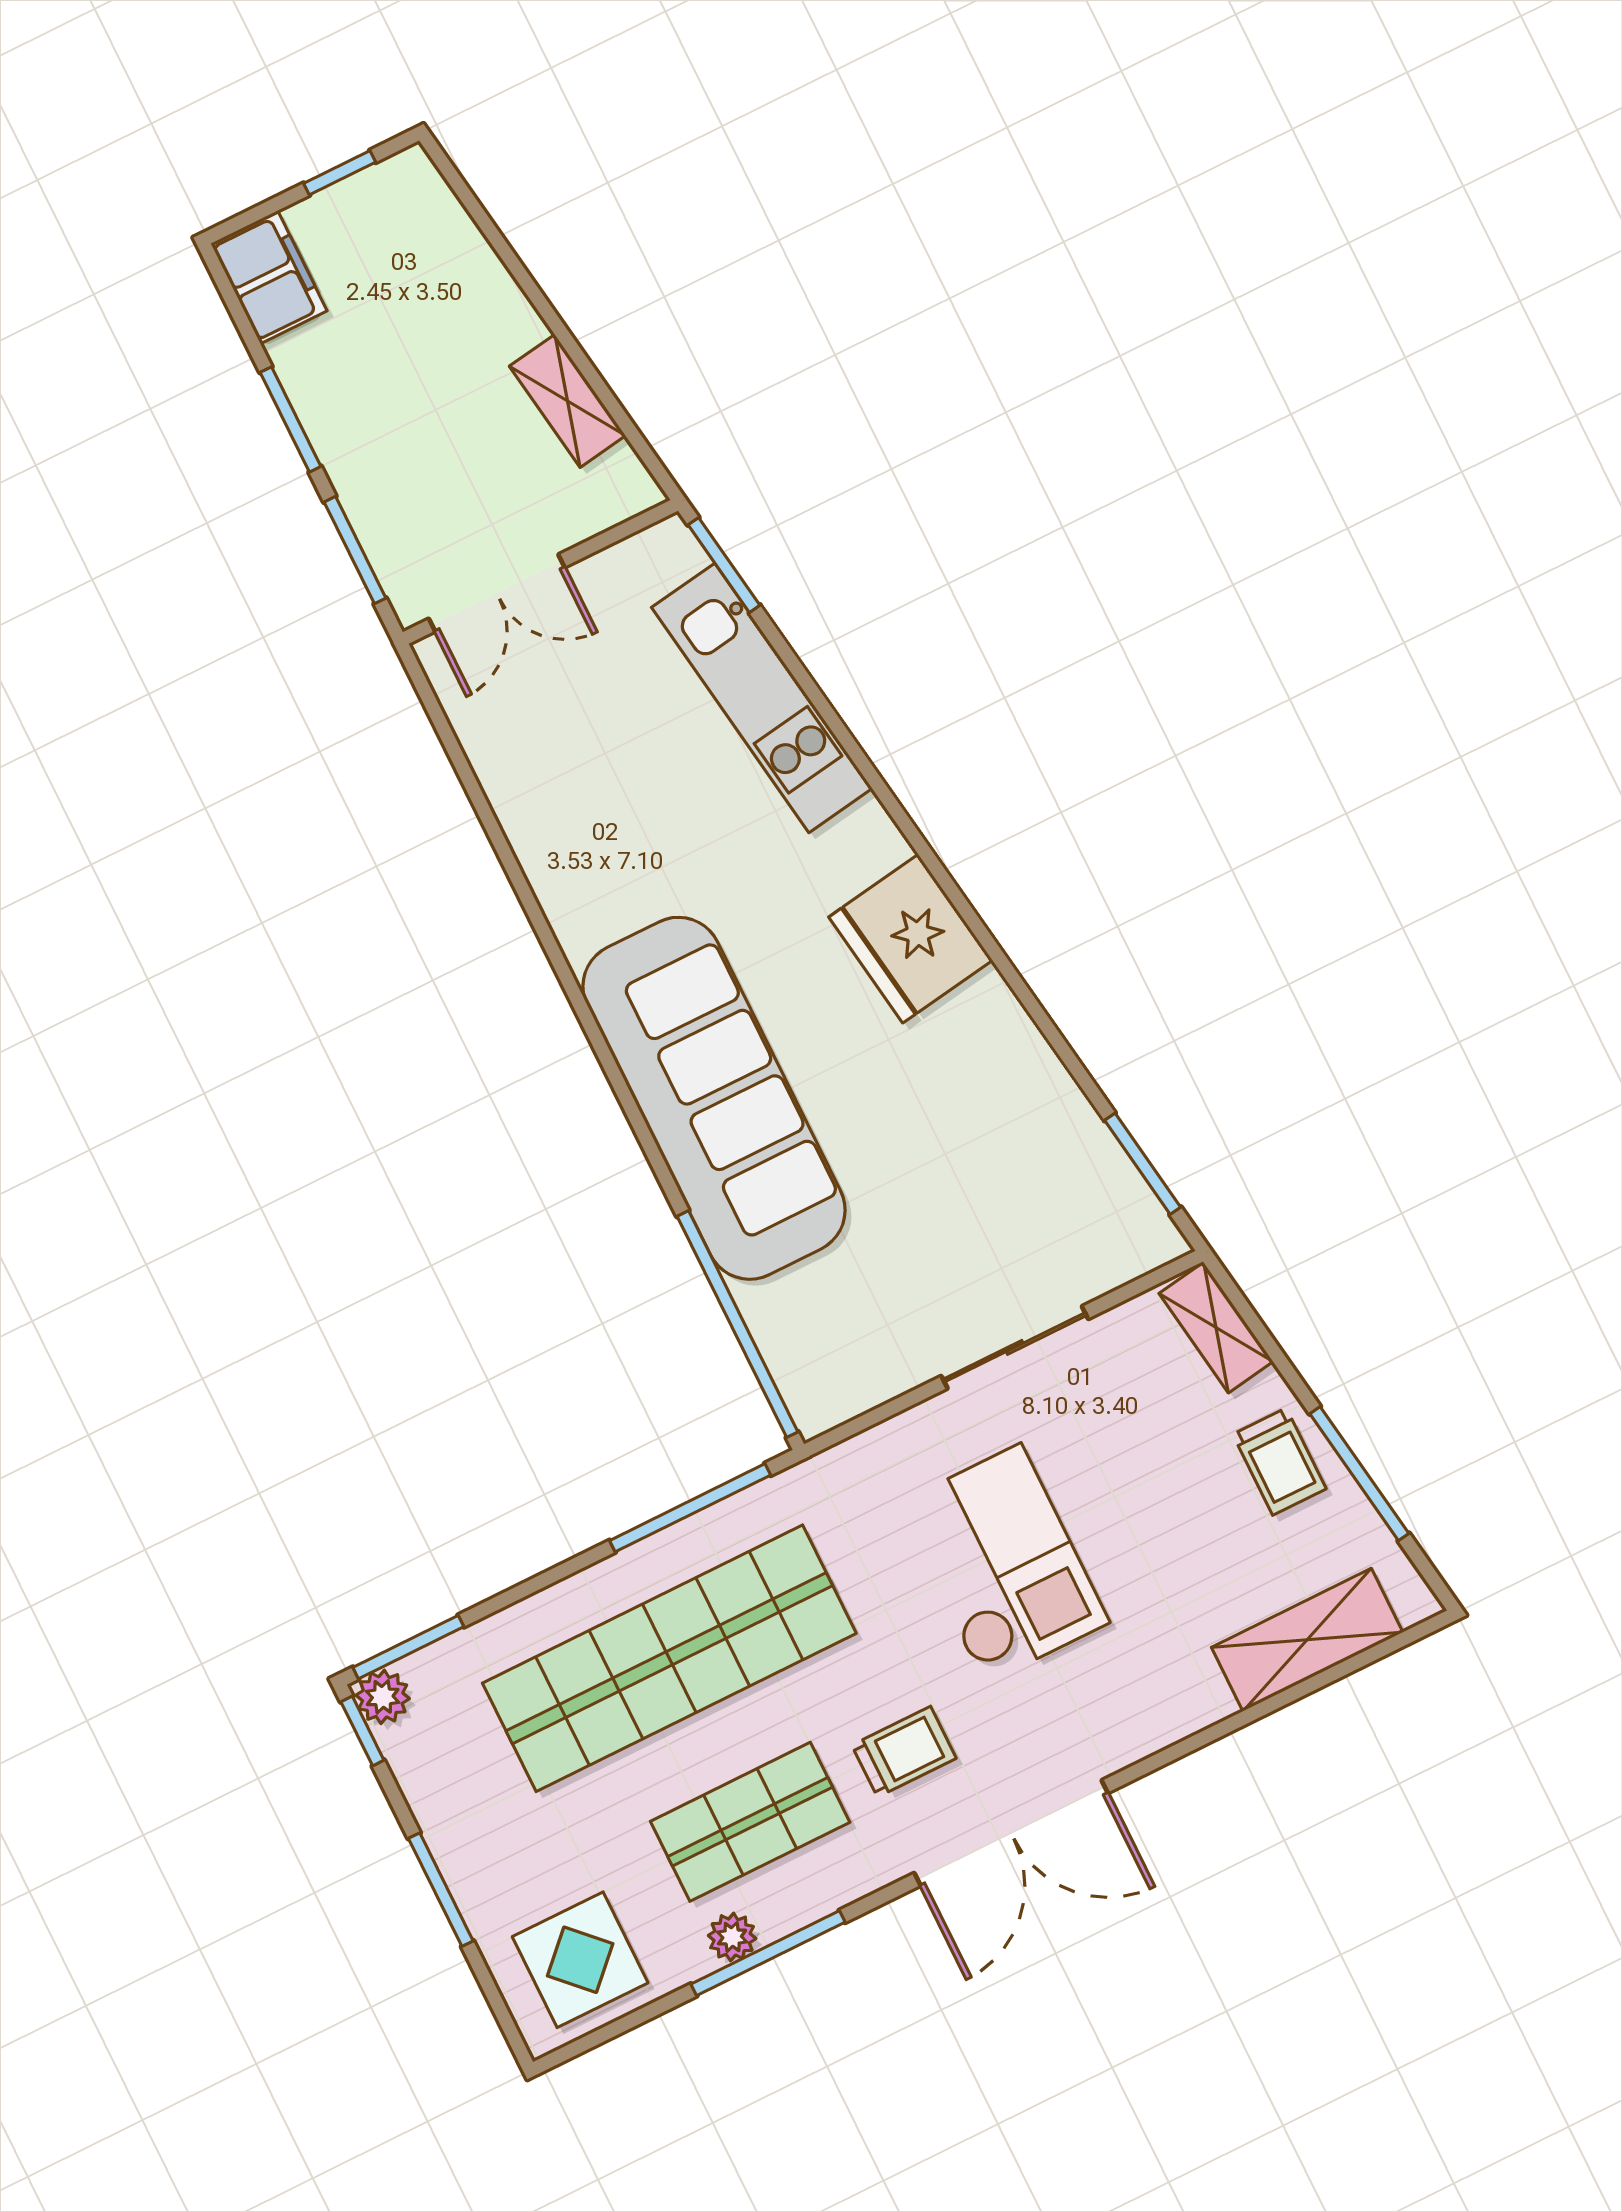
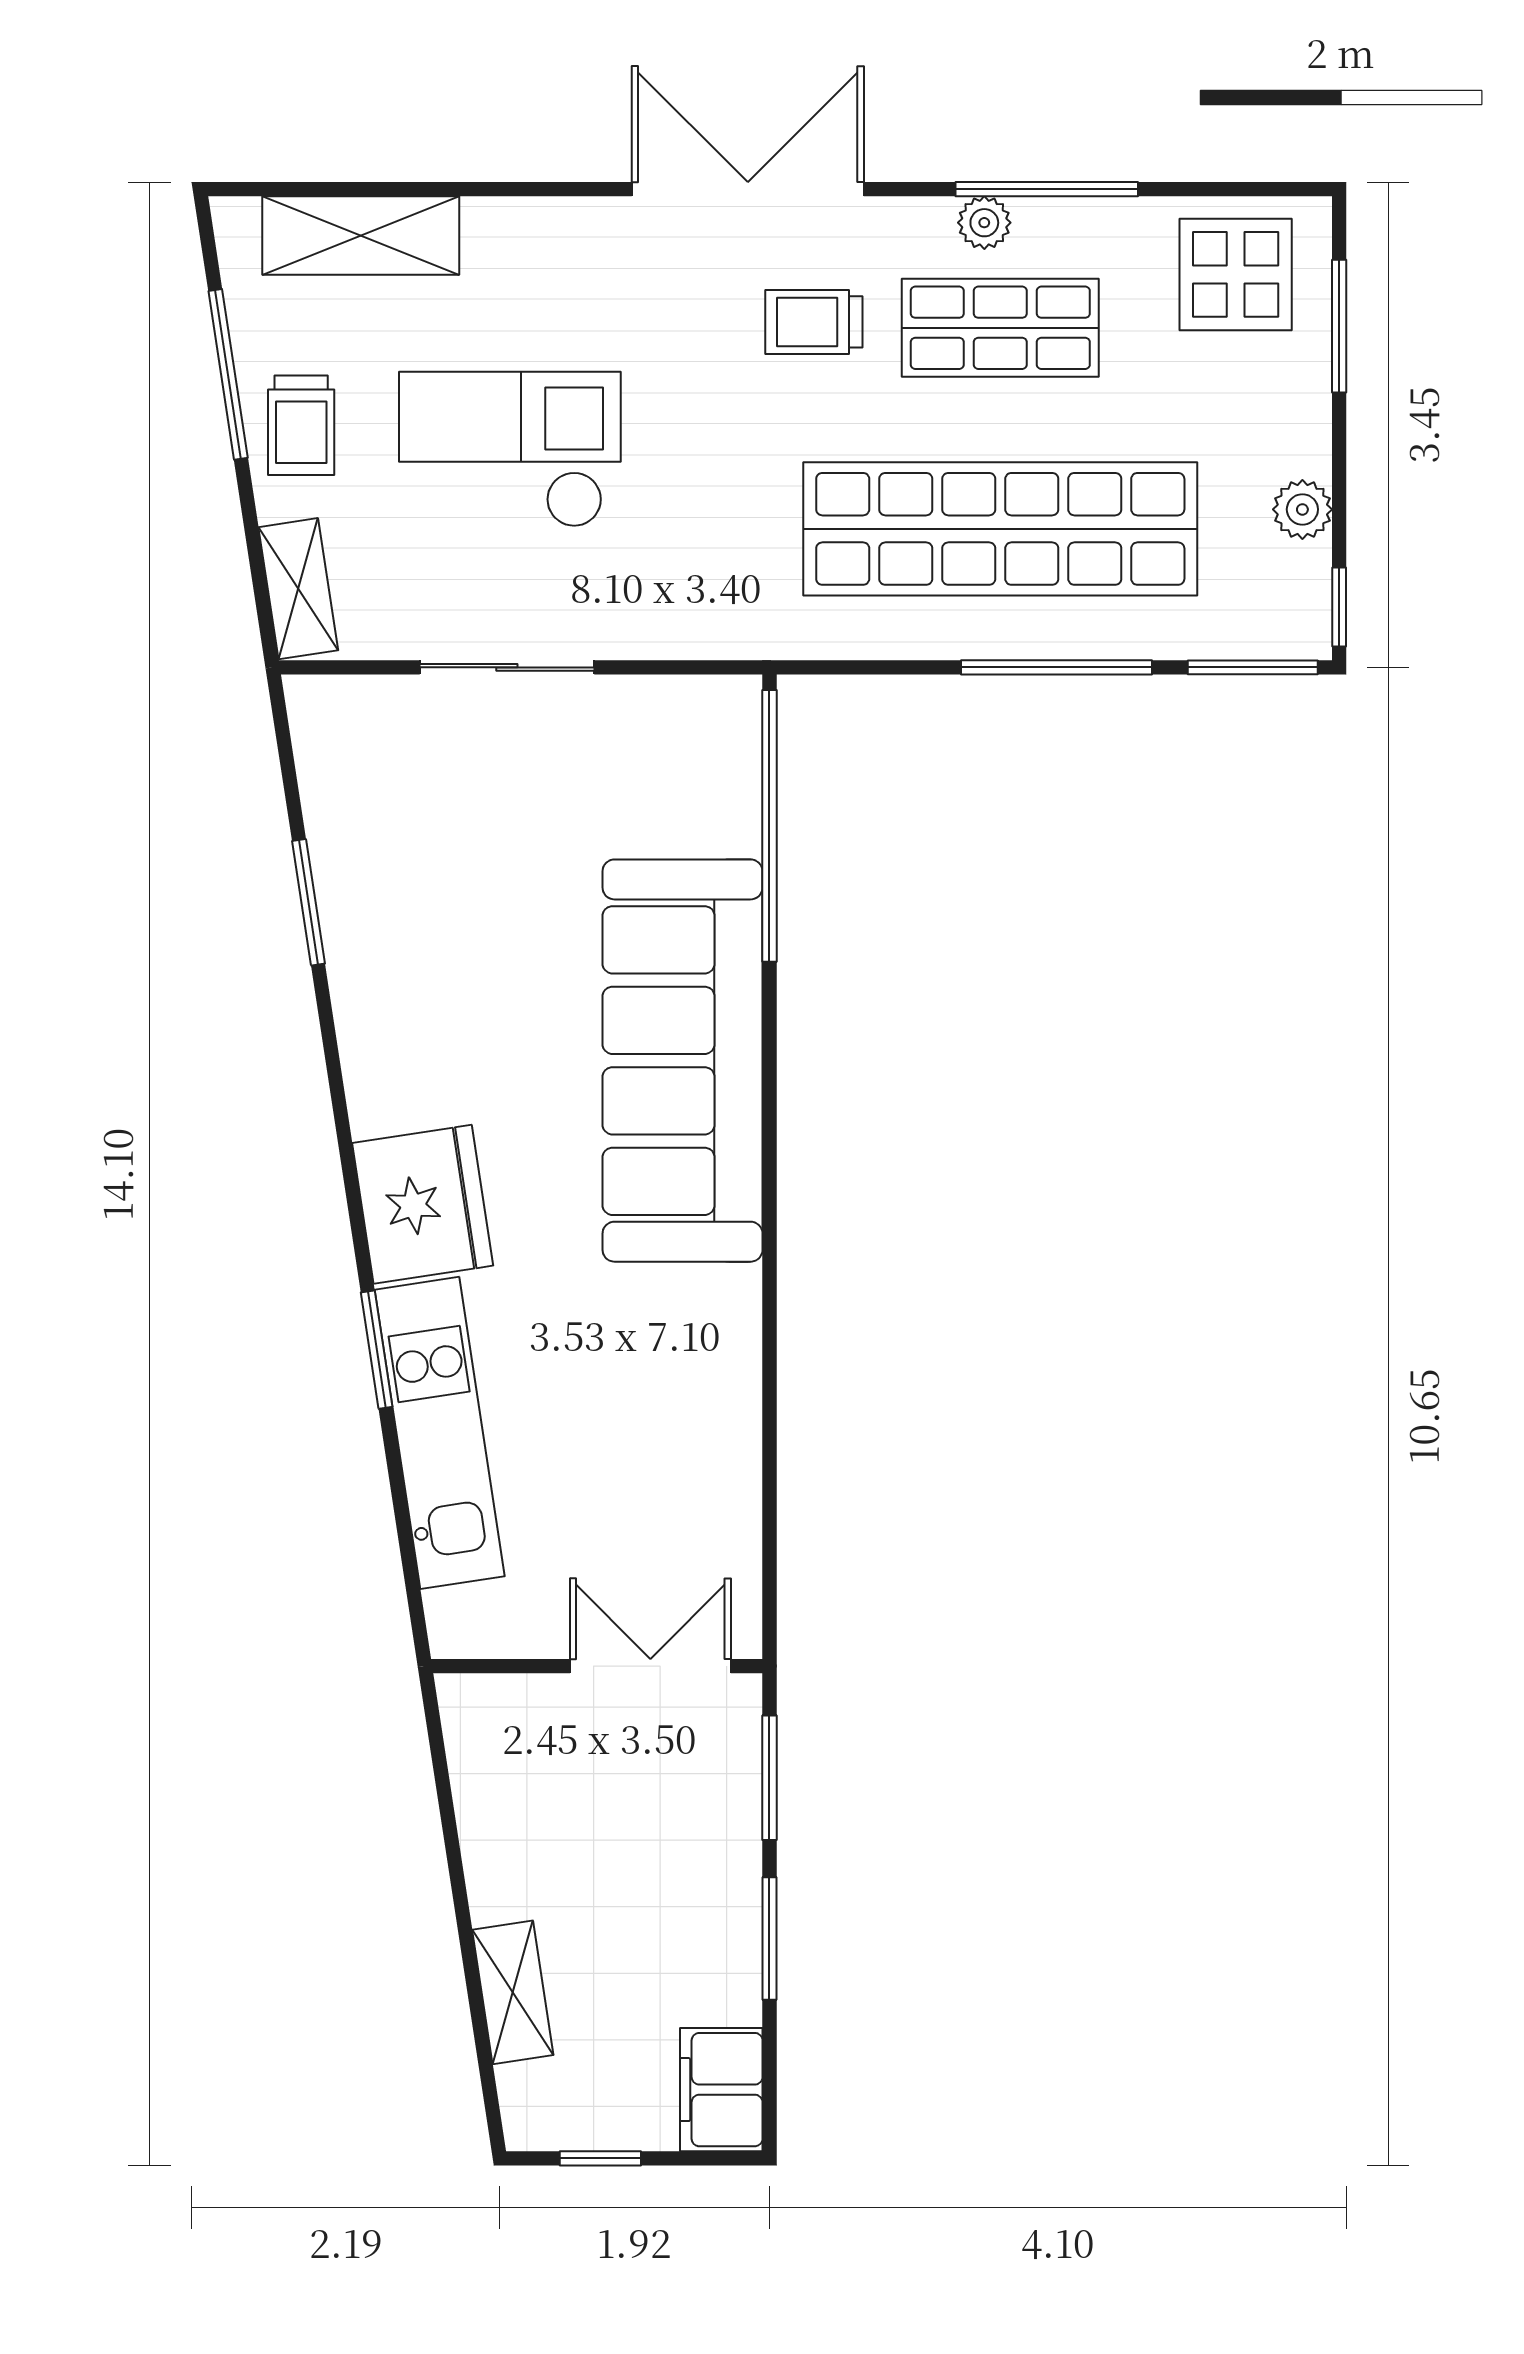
shelving: (567, 401) -> (513, 1992), moved
window: (724, 565) -> (377, 1350), moved
fridge: (911, 939) -> (423, 1204), moved
window: (1143, 1164) -> (308, 902), moved
trolley: (1279, 1462) -> (301, 425), turned 180
window: (690, 1508) -> (1057, 667), moved
checkout: (1002, 1564) -> (510, 450), moved, turned 90
plant: (383, 1697) -> (1302, 509), moved
window: (441, 1890) -> (1339, 326), moved
plant: (732, 1937) -> (984, 223), moved

